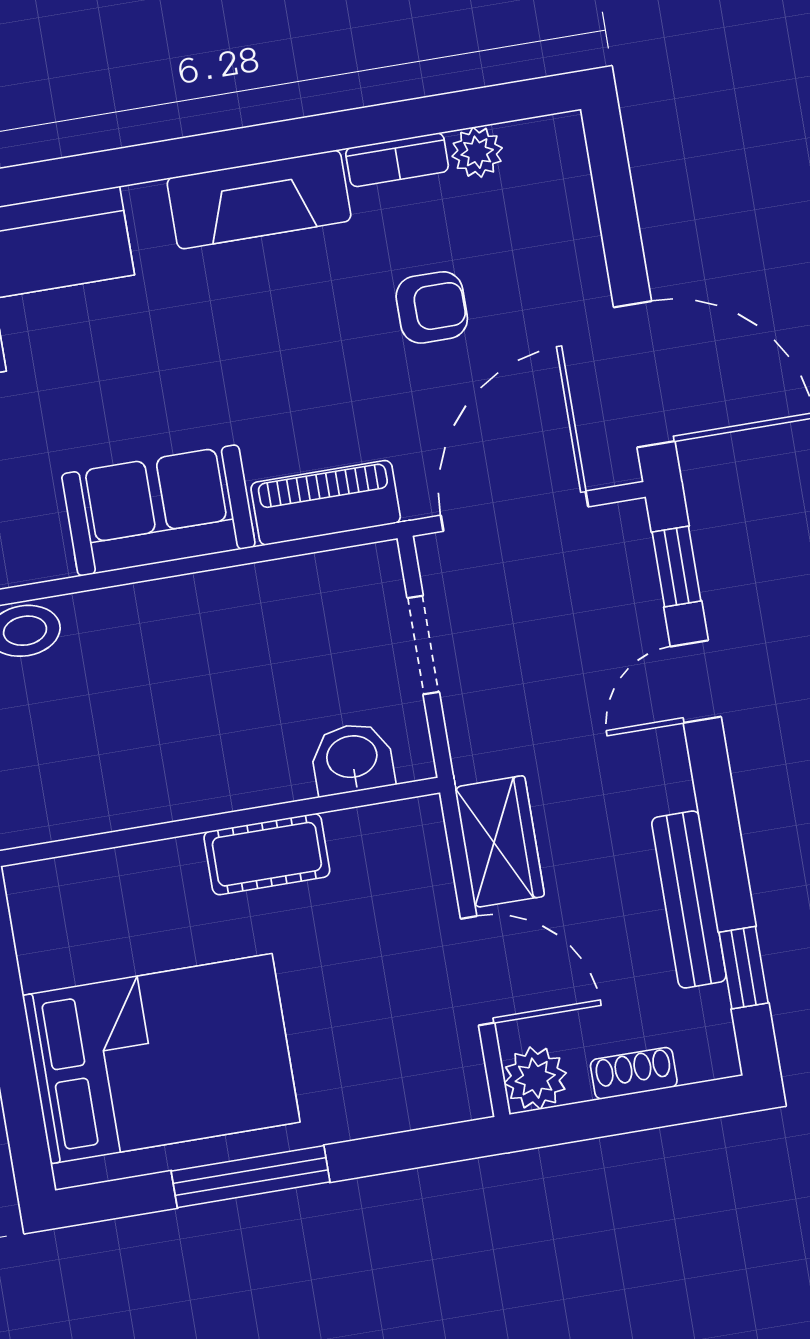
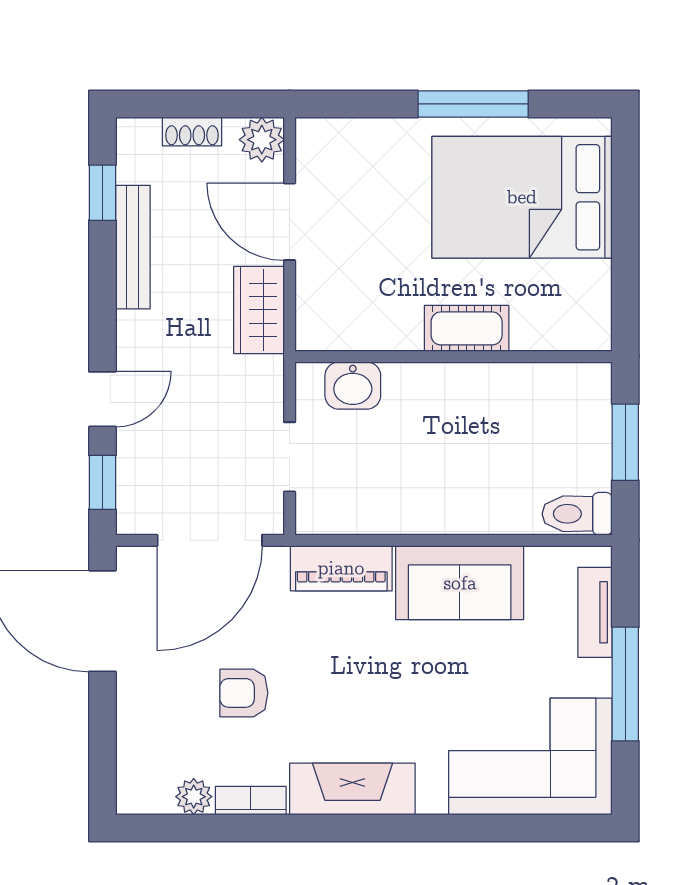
cot: (267, 854) -> (467, 328), moved

